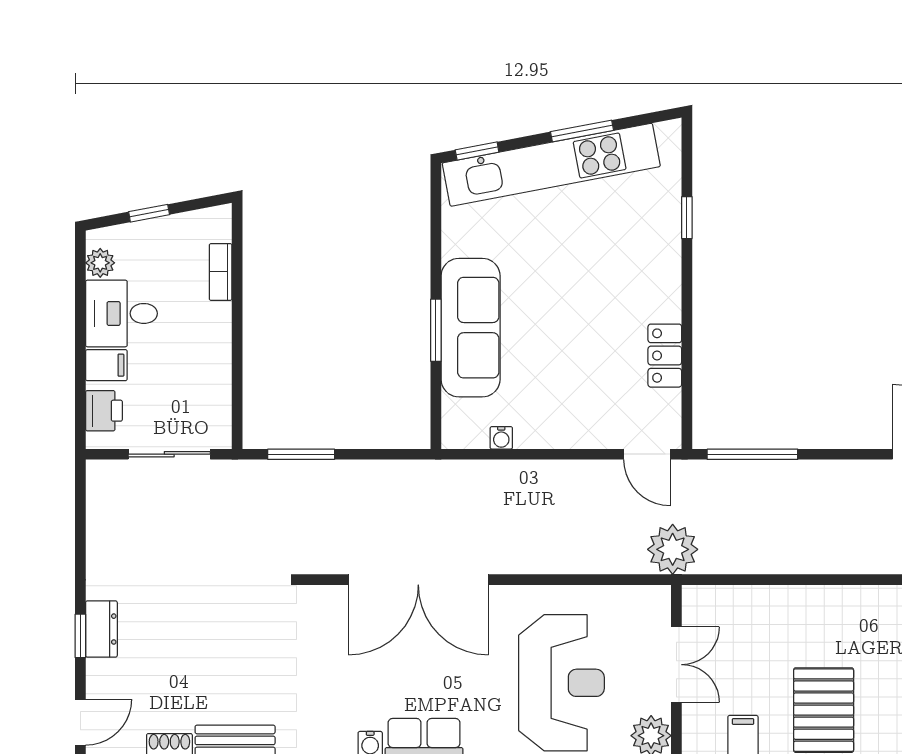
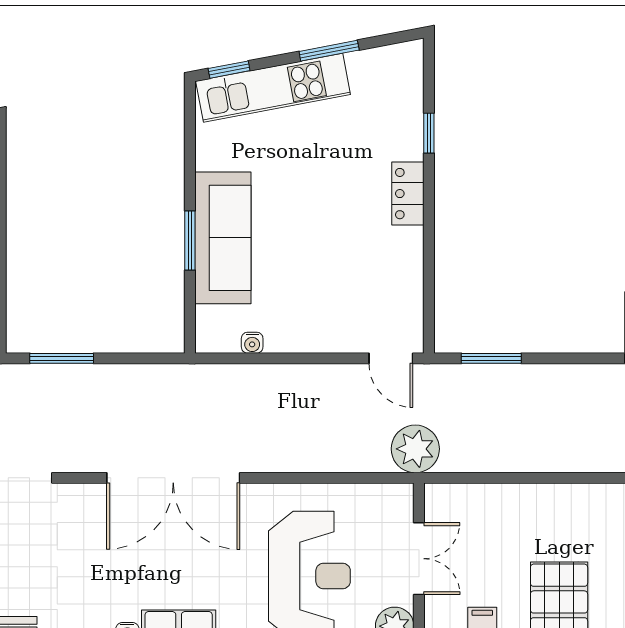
kitchen unit: (551, 165) -> (273, 88), width x0.73
locker: (665, 356) -> (408, 194), moved
window: (752, 454) -> (491, 358), width x0.69

